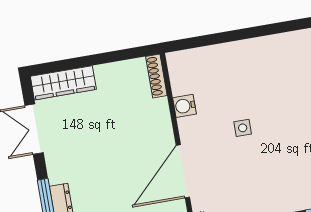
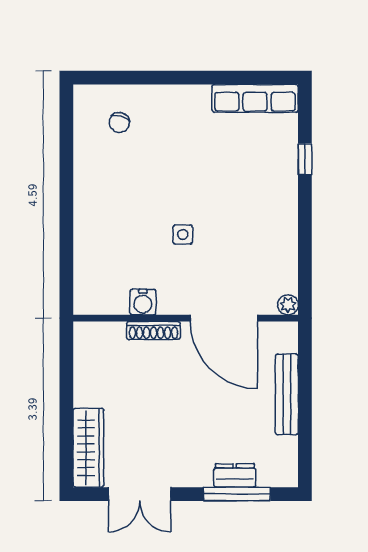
shoe rack: (156, 76) -> (154, 331), moved

